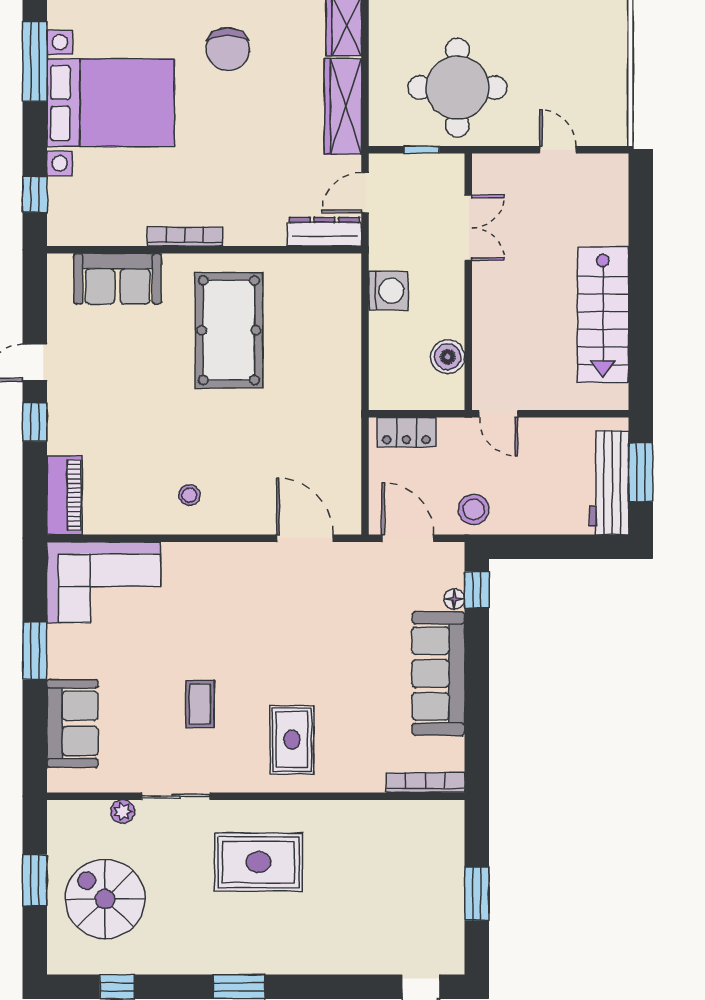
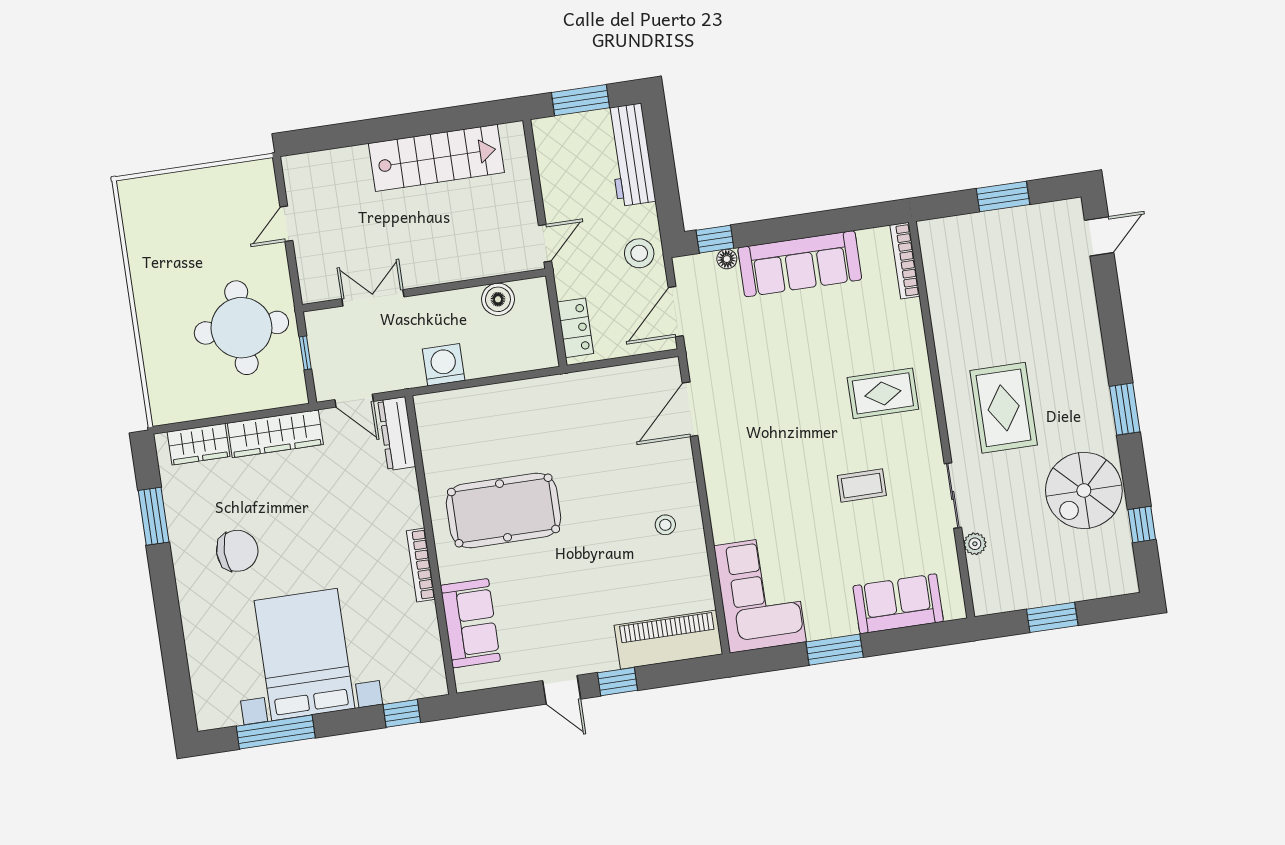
workbench: (609, 483) -> (630, 155), moved, turned 90
piano: (65, 495) -> (668, 640), width x1.37, depth x1.33
spiral stairs: (105, 899) -> (1084, 490), moved

